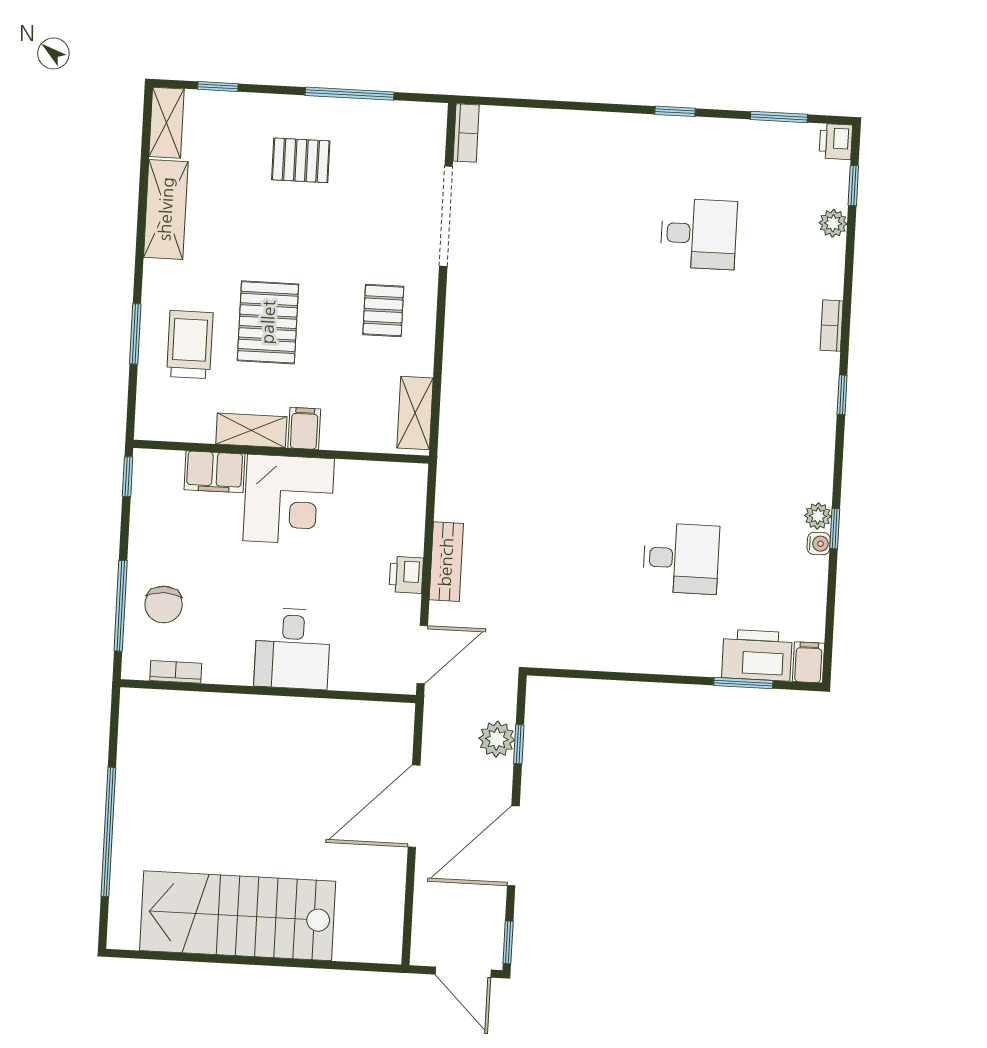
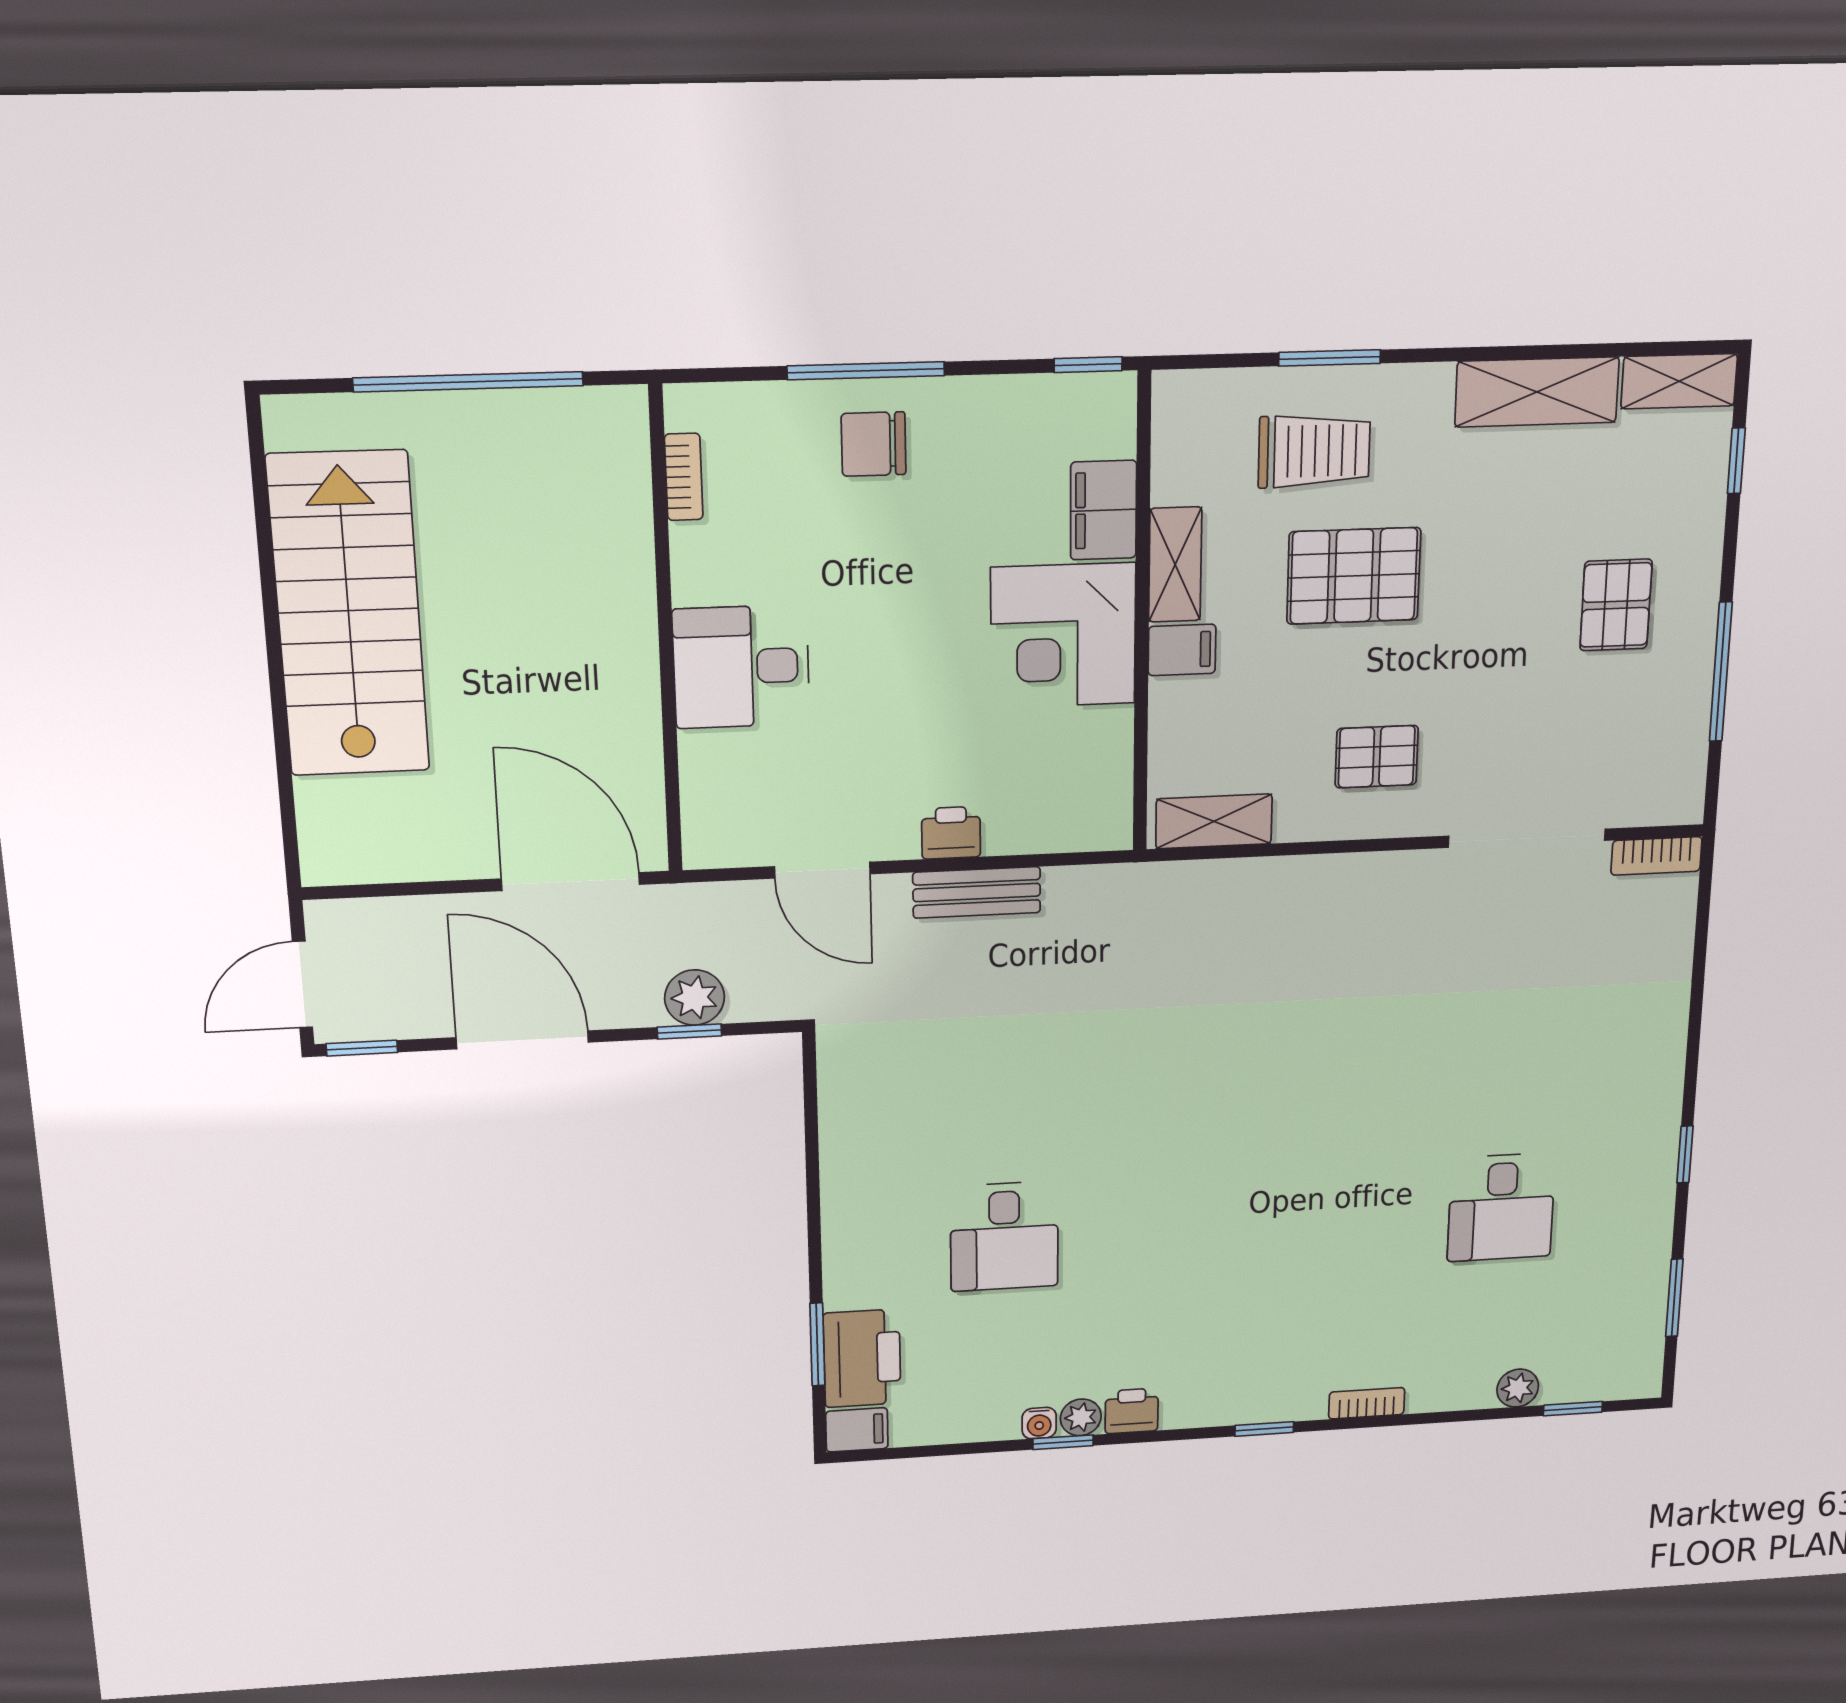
printer: (836, 142) -> (1132, 1411), moved
desk: (292, 649) -> (741, 667), moved
bookcase: (176, 672) -> (684, 477), moved
wall: (268, 691) -> (666, 634), moved

